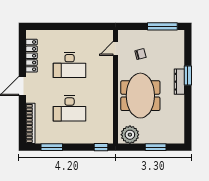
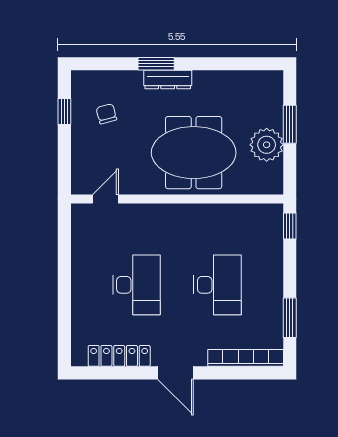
window: (162, 26) -> (64, 111), width x0.46
door: (116, 48) -> (105, 199), swing flipped
chair: (140, 54) -> (106, 114), moved
plant: (130, 135) -> (267, 145), moved

